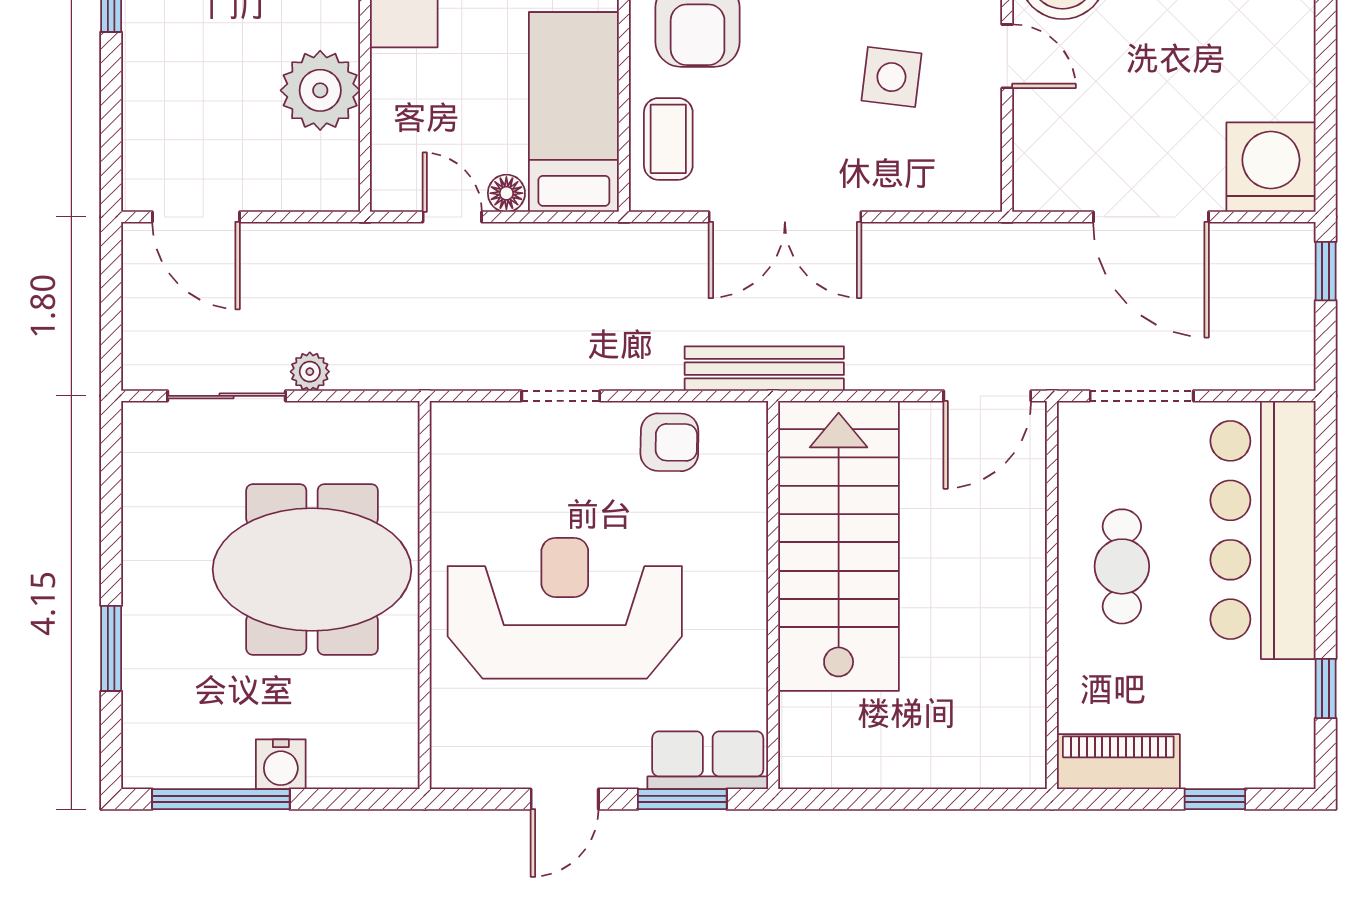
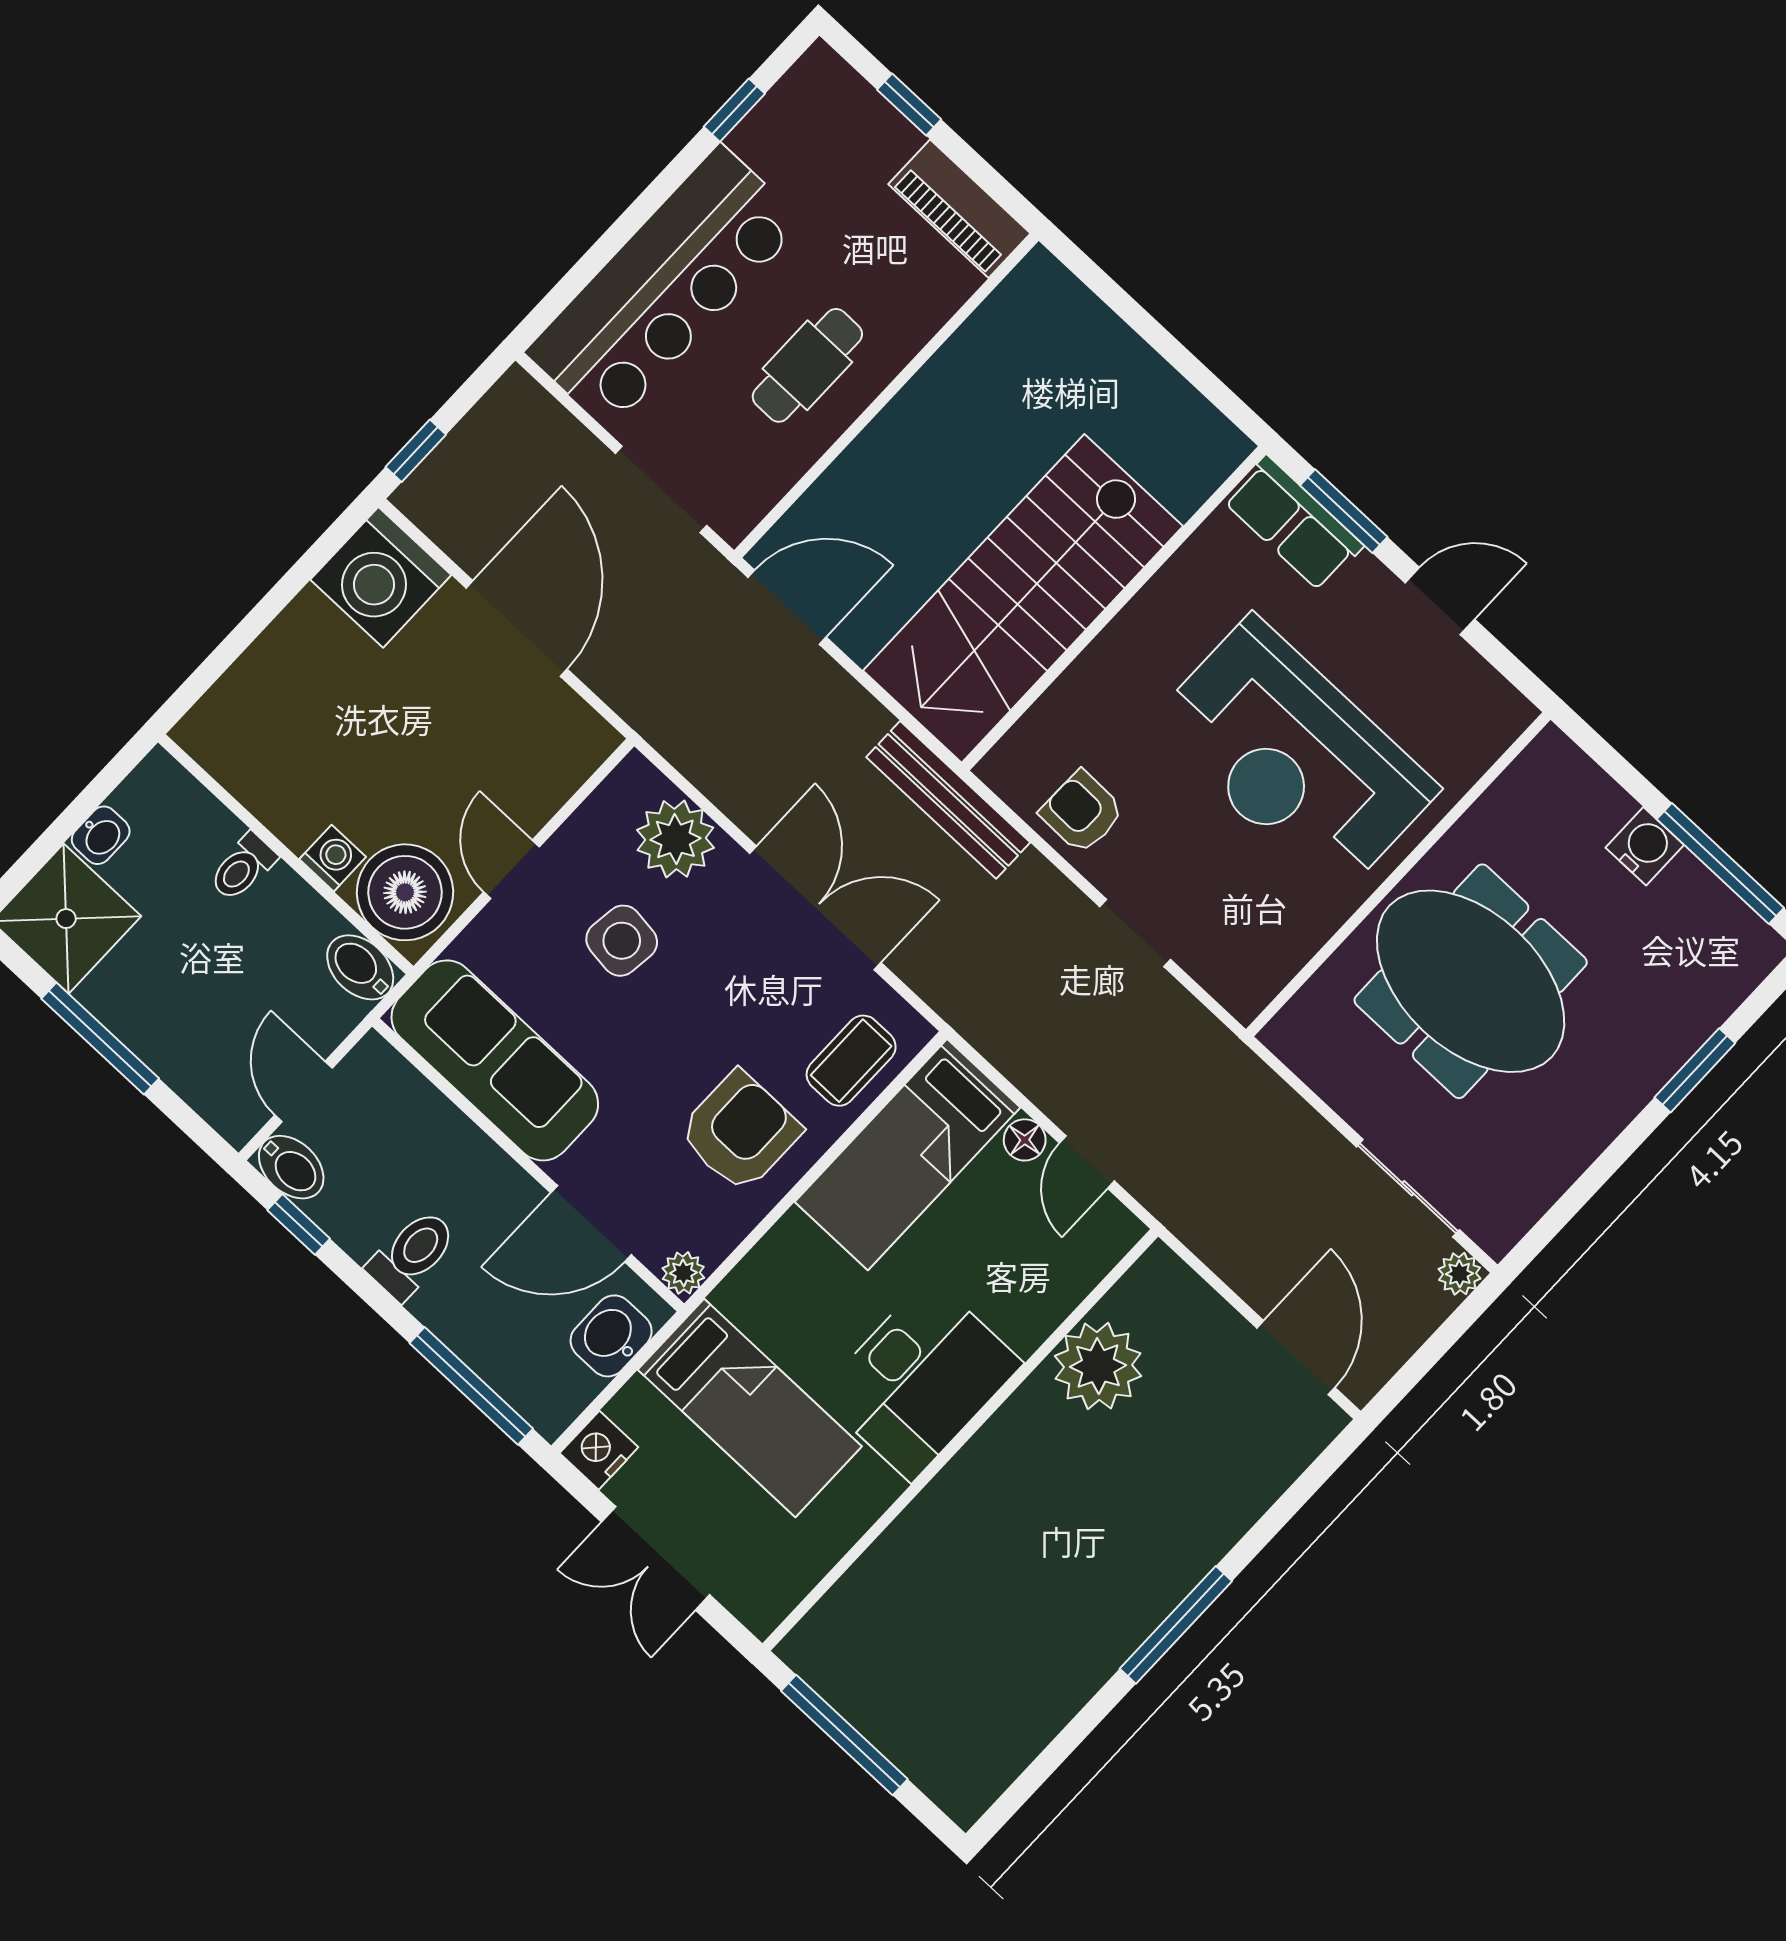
plant: (919, 176) -> (675, 839), added
plant: (310, 372) -> (1459, 1274), moved

